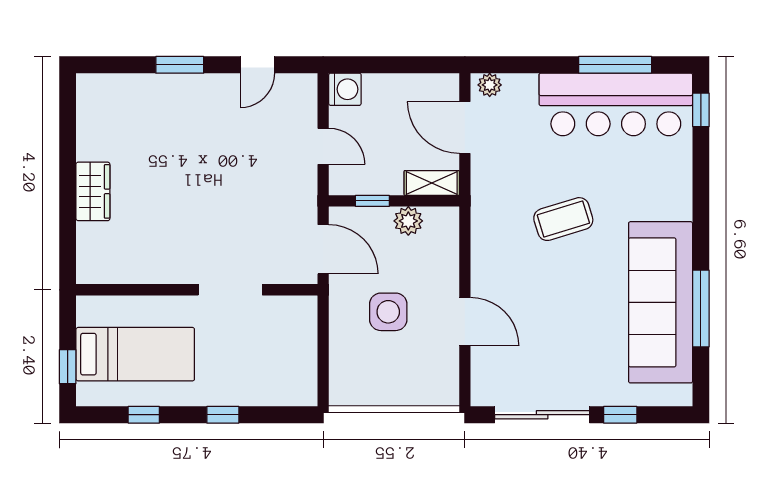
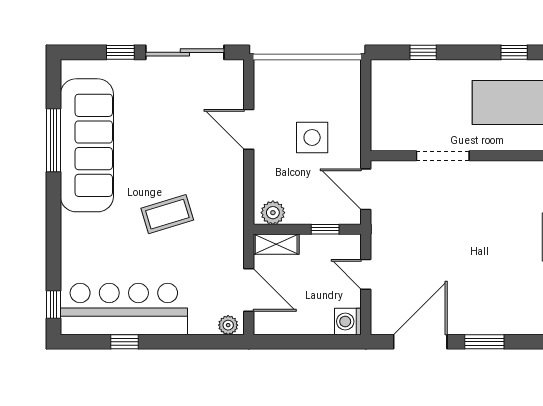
door: (257, 65) -> (420, 342), width x1.87
window: (615, 65) -> (124, 342), width x0.46
plant: (408, 221) -> (273, 213), moved
window: (223, 415) -> (423, 52), moved

